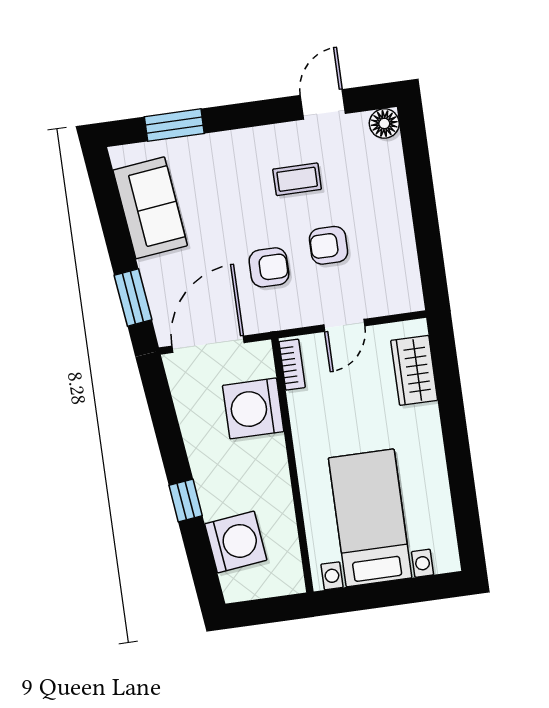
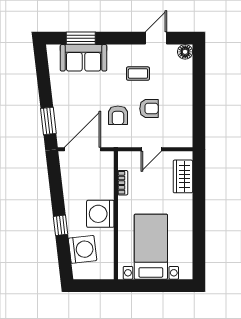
sofa: (150, 208) -> (83, 58), moved, turned 97
armchair: (329, 245) -> (149, 109), turned 180
armchair: (269, 267) -> (118, 115), turned 90
bookcase: (292, 365) -> (123, 183), moved
washing machine: (253, 408) -> (100, 214), moved

